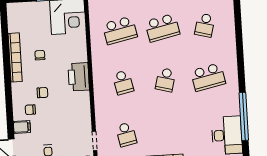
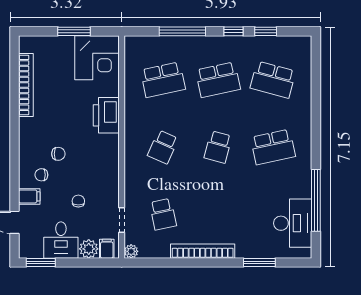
school desk: (205, 25) -> (273, 80), width x1.85
chair: (40, 55) -> (78, 201), moved
bookcase: (15, 57) -> (26, 85), moved
printer: (79, 77) -> (106, 115), moved
school desk: (123, 82) -> (163, 147), turned 36

